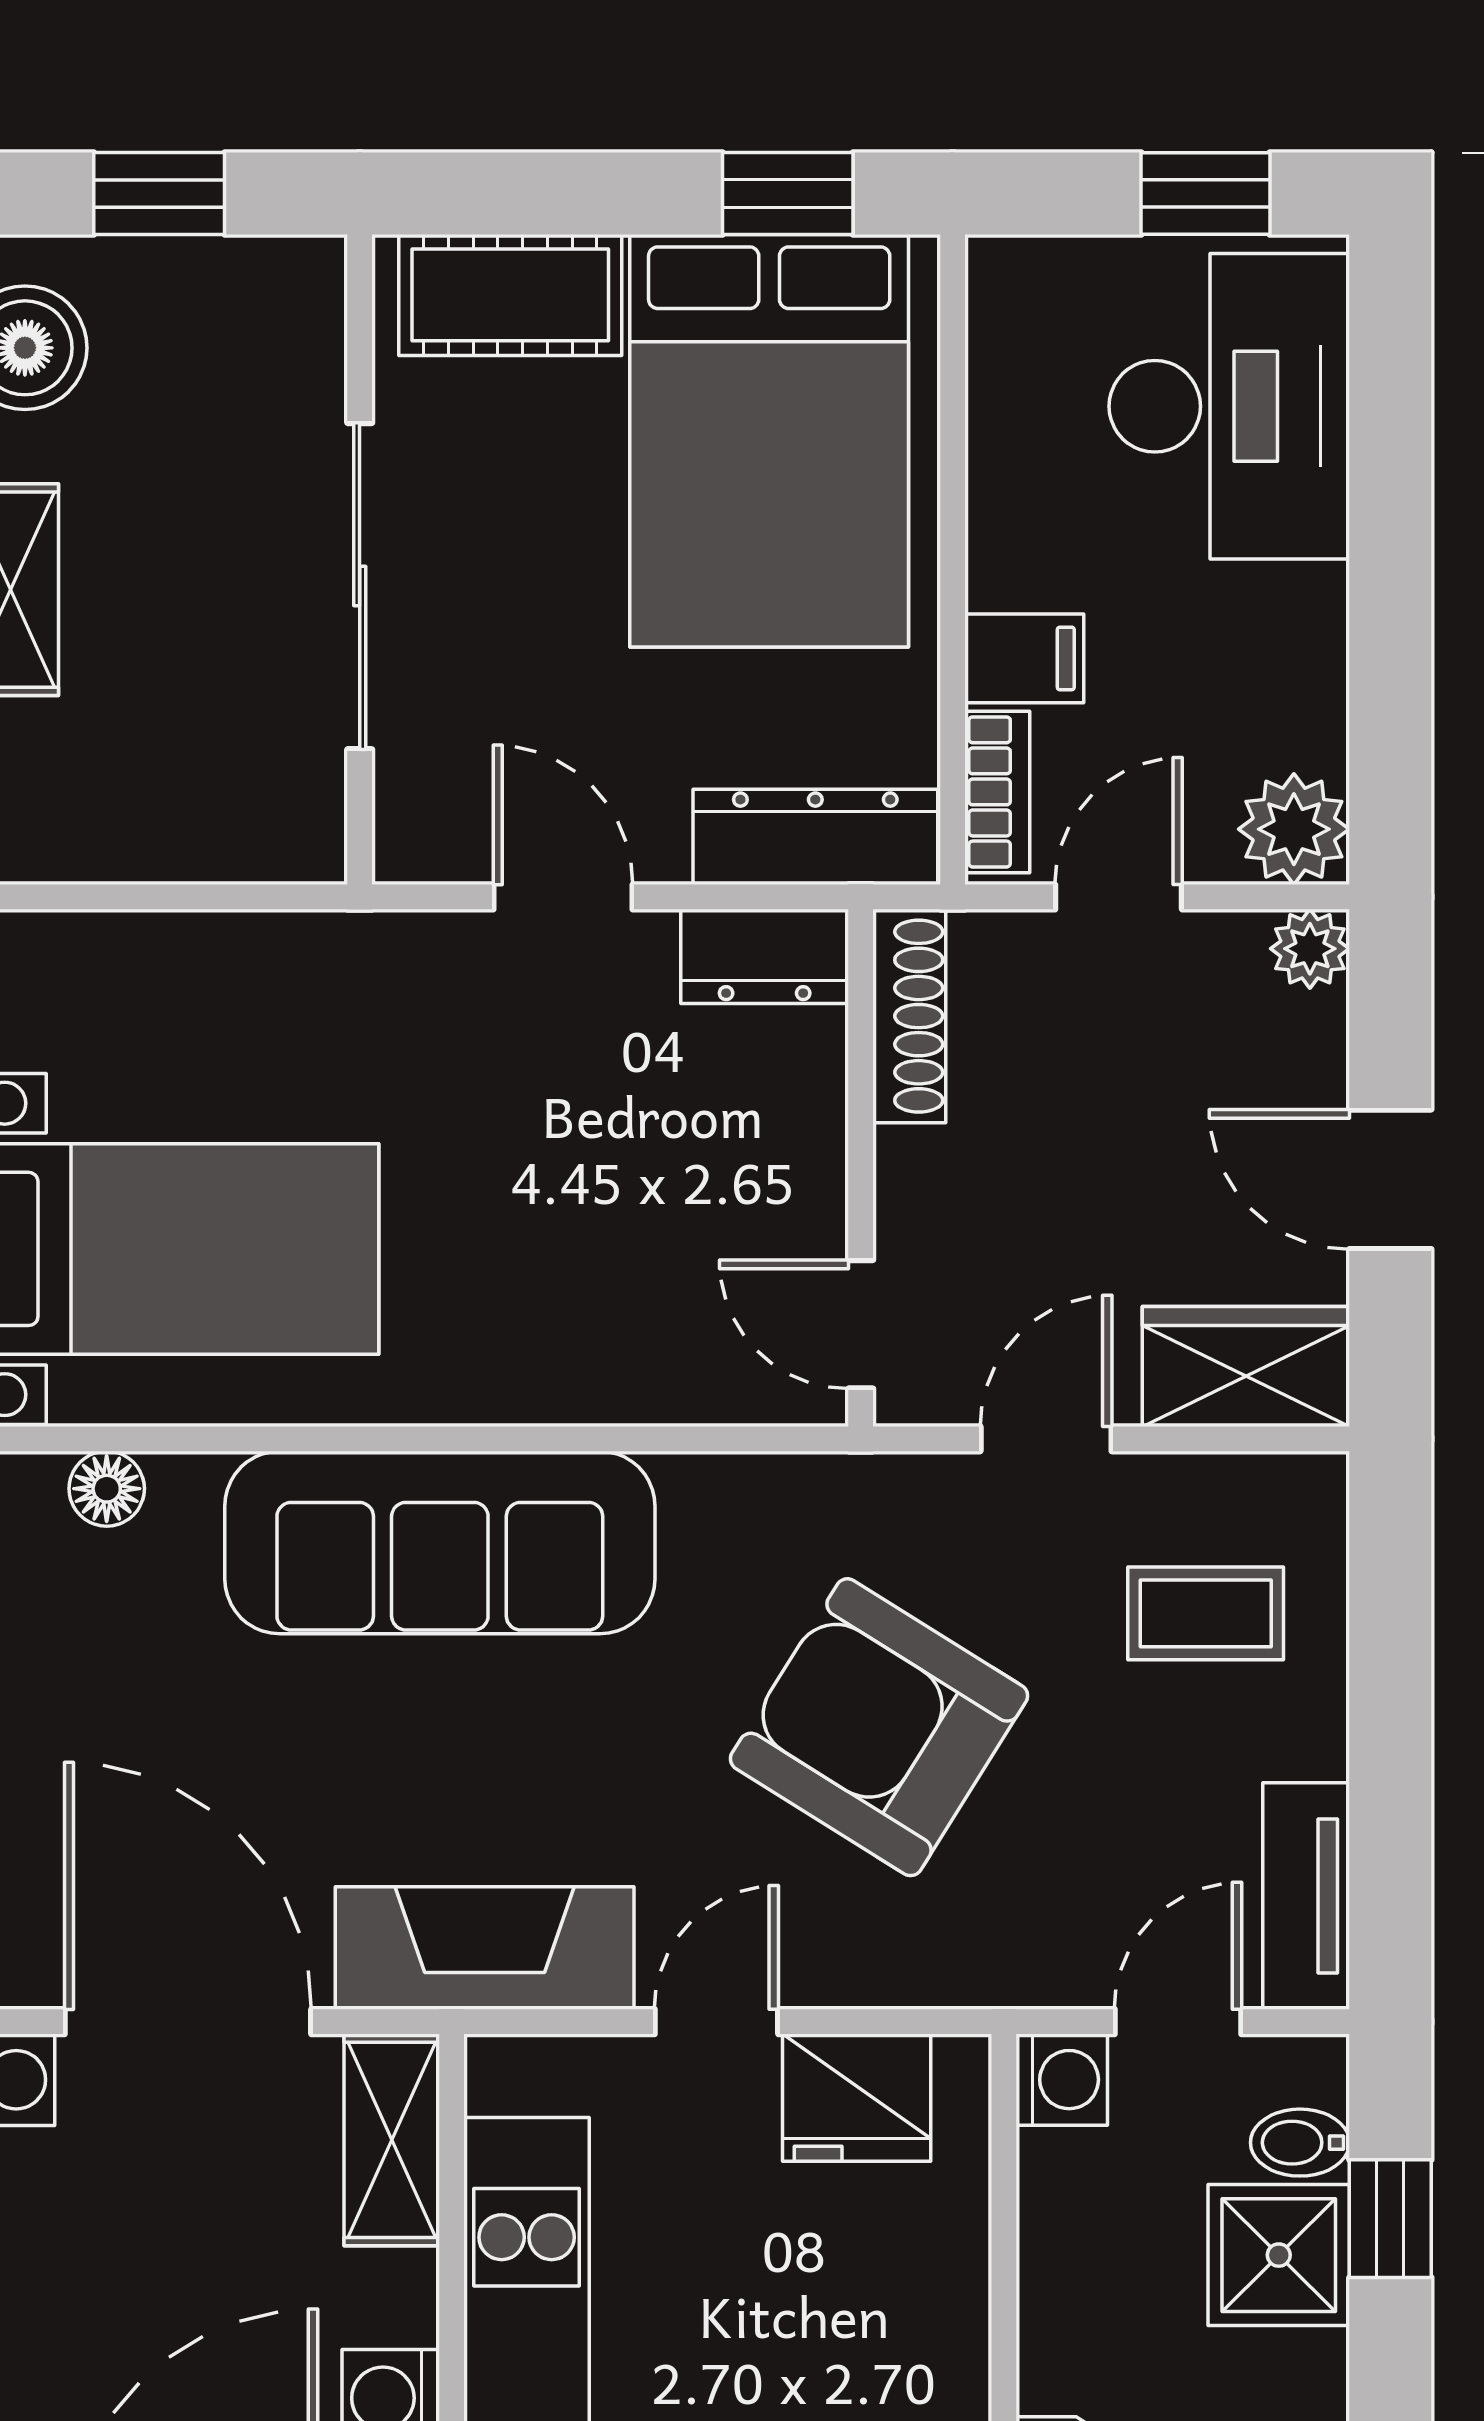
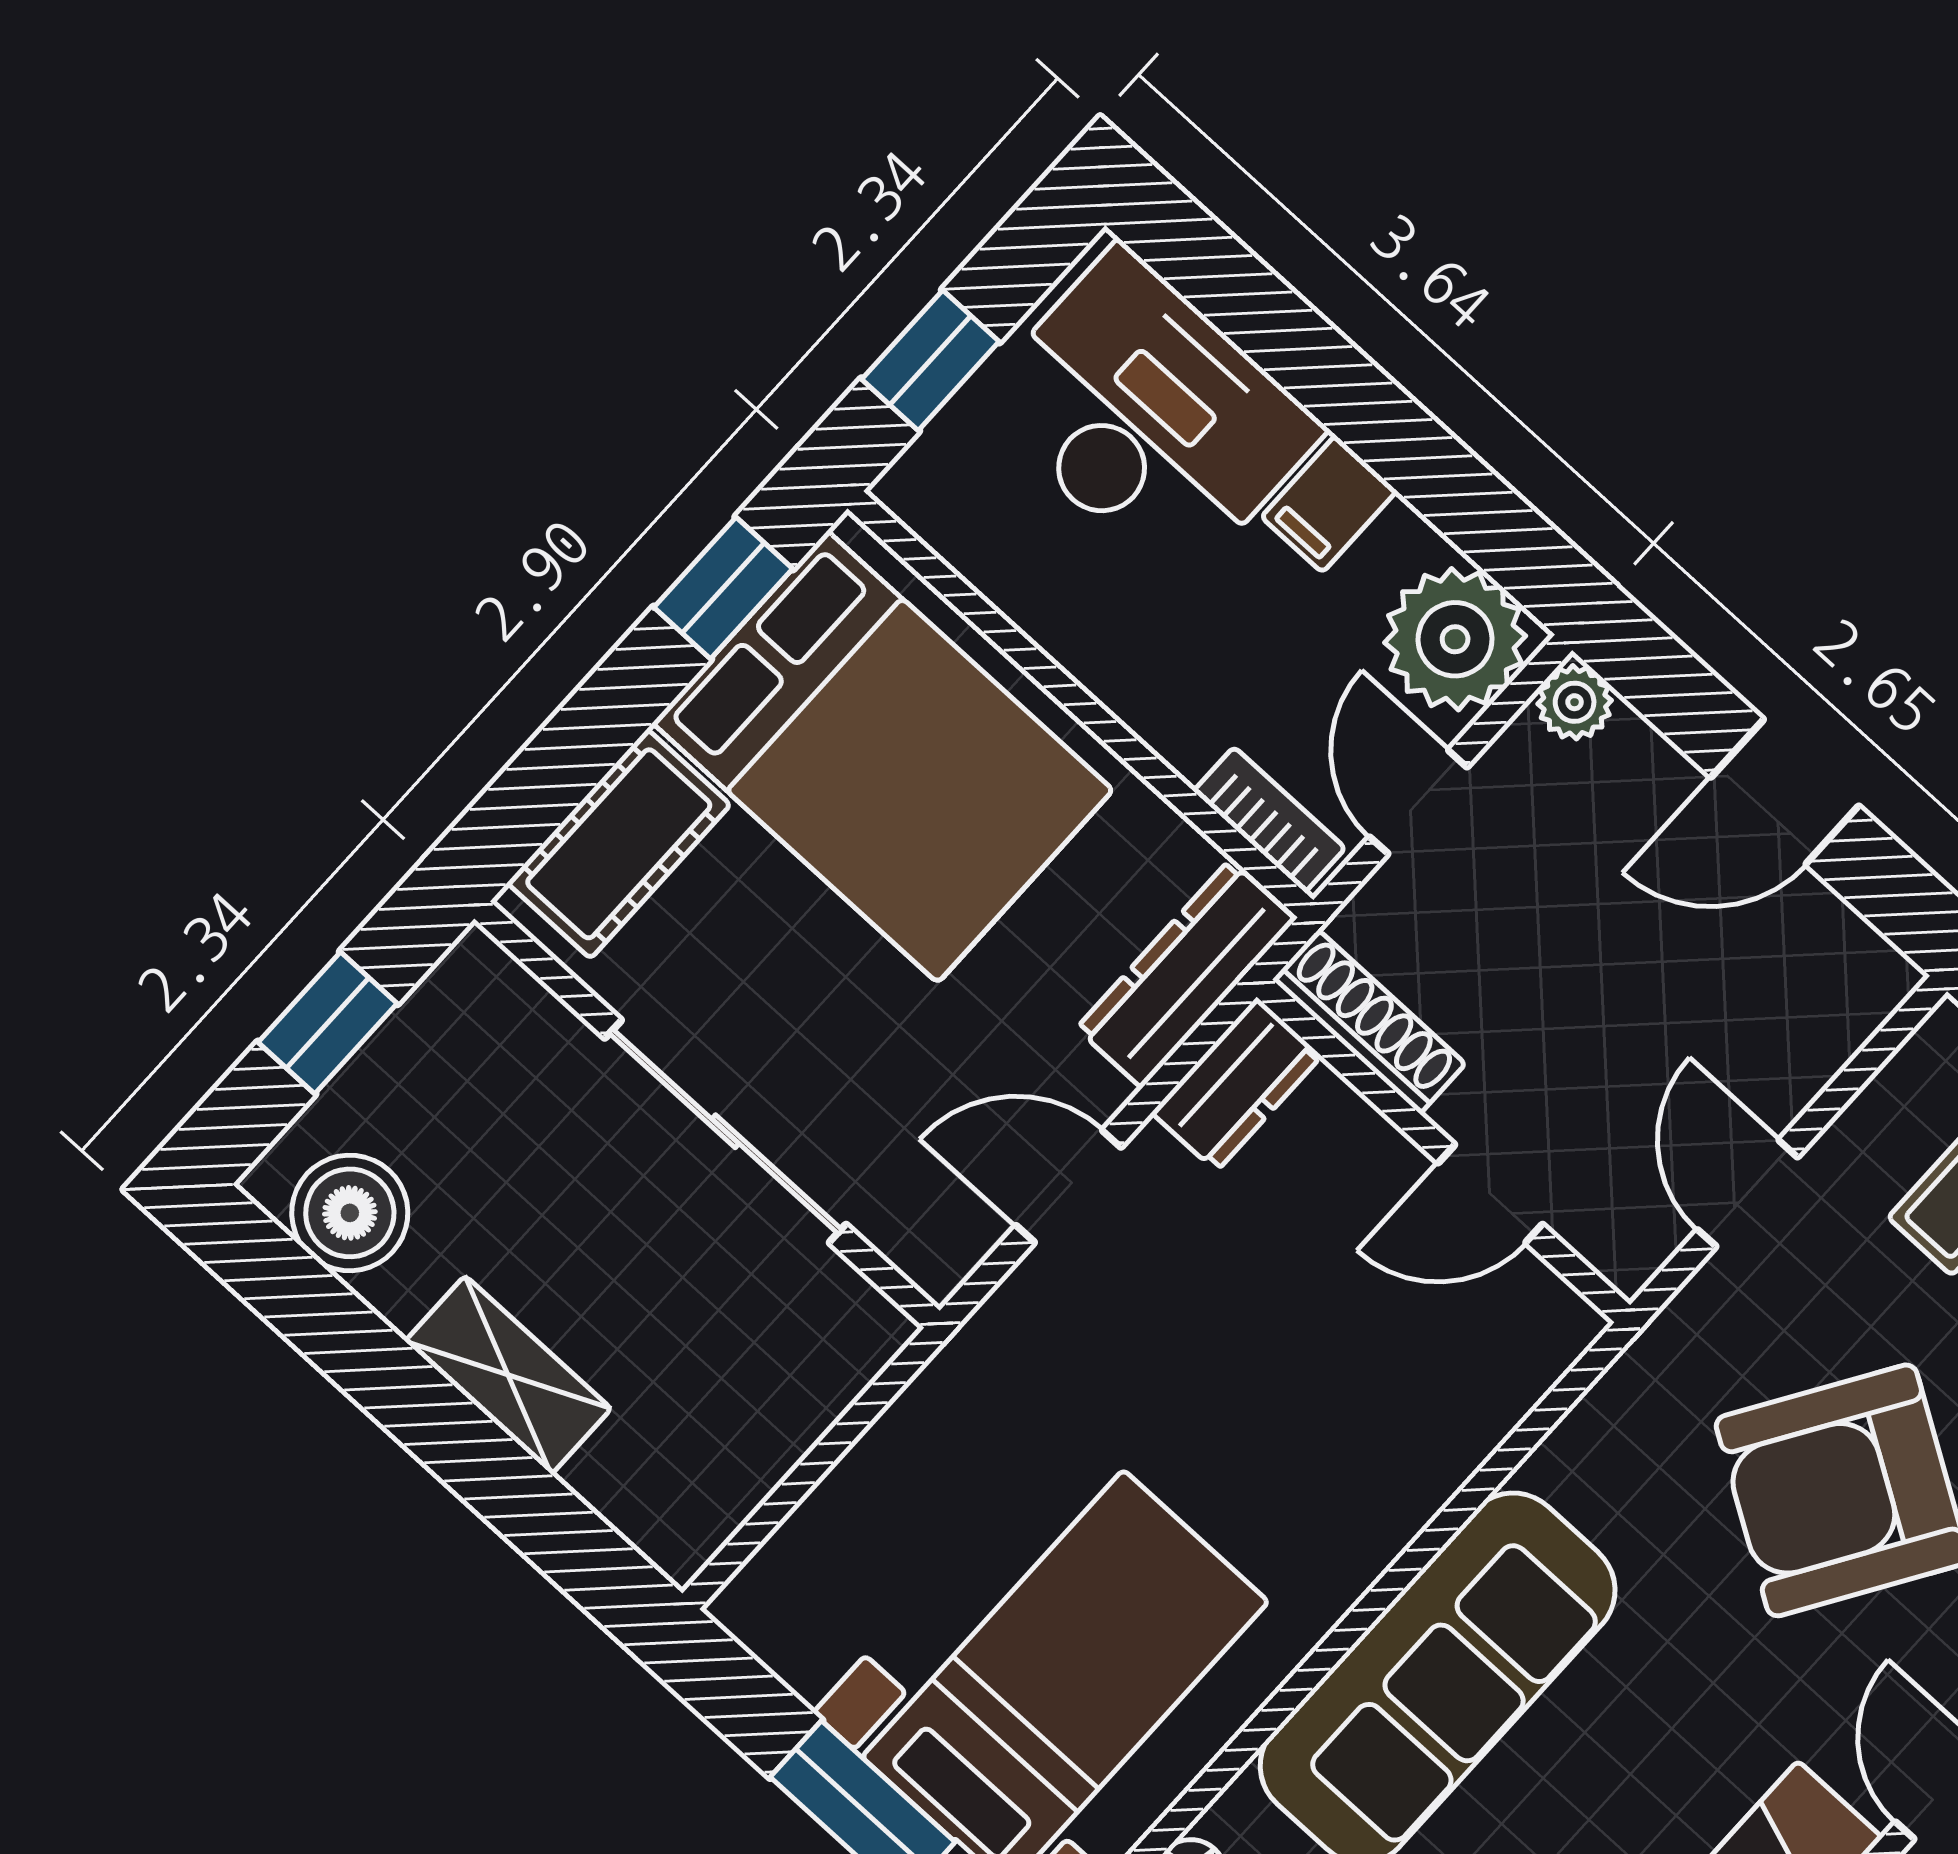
window: (1206, 193) -> (930, 360), moved
filing cabinet: (1024, 658) -> (1329, 504), moved, turned 180
plant: (1294, 829) -> (1455, 639), width x1.36, depth x1.36
door: (861, 1324) -> (1490, 1194), moved
wardrobe: (1246, 1366) -> (1823, 1010), removed

